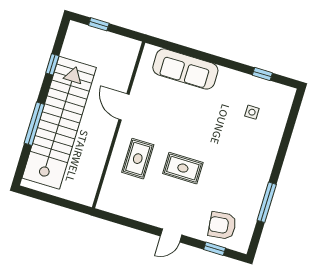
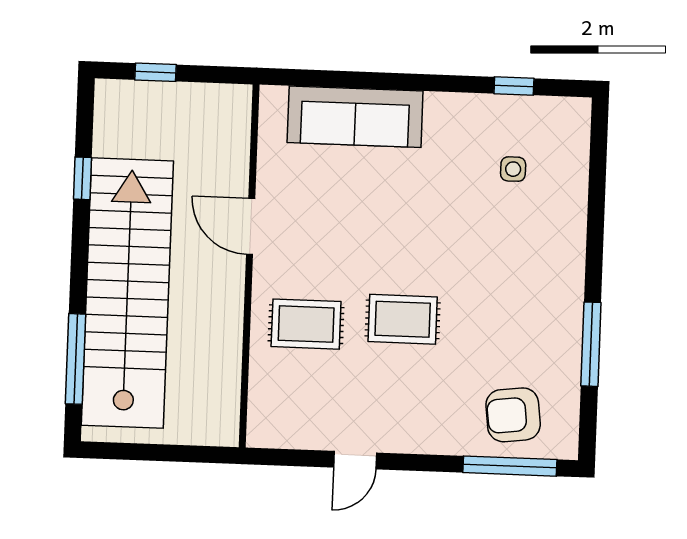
window: (34, 124) -> (76, 359), moved
rug: (138, 159) -> (306, 324), turned 90
door: (171, 236) -> (355, 460), moved
window: (215, 249) -> (510, 466), width x2.17

